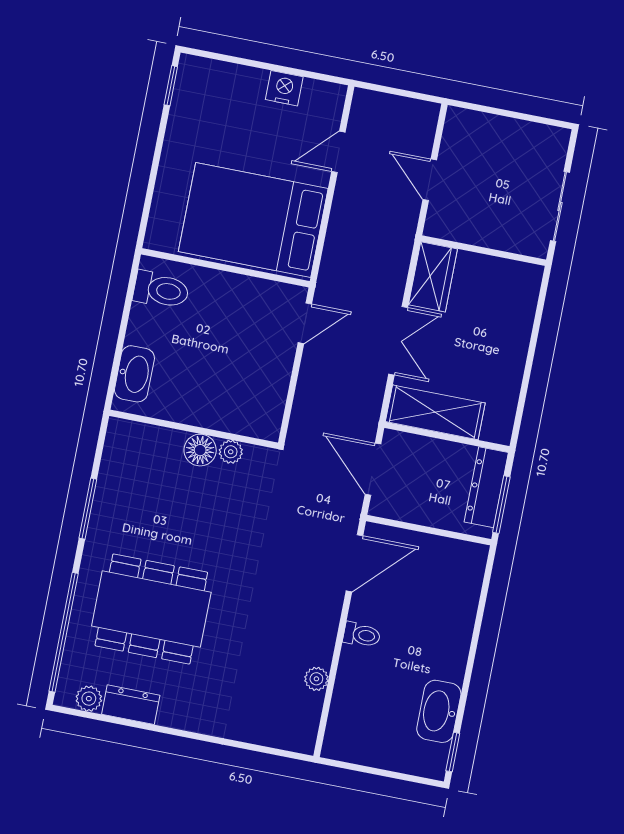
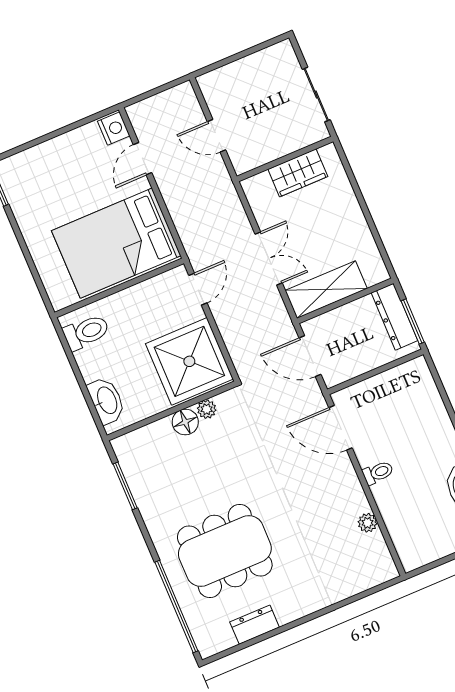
nightstand: (284, 88) -> (114, 128), moved, turned 90
wardrobe: (433, 277) -> (298, 173), moved, turned 90
shower: (246, 391) -> (189, 361), added
window: (88, 509) -> (125, 486), moved
door: (354, 563) -> (340, 428), swing flipped
plant: (89, 699) -> (224, 640), removed

